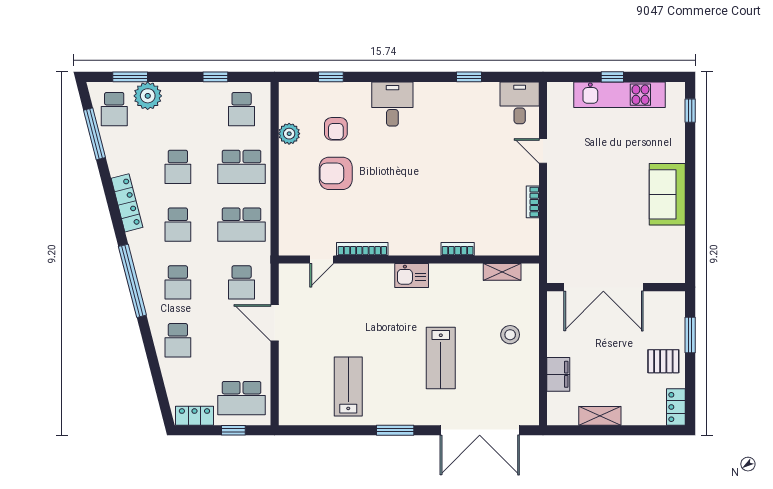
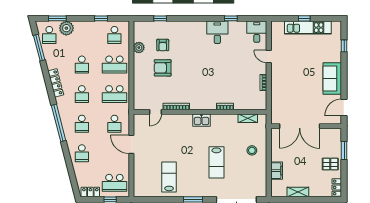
desk: (392, 104) -> (217, 32), moved
window: (690, 111) -> (344, 46), moved
door: (690, 251) -> (344, 107), added

